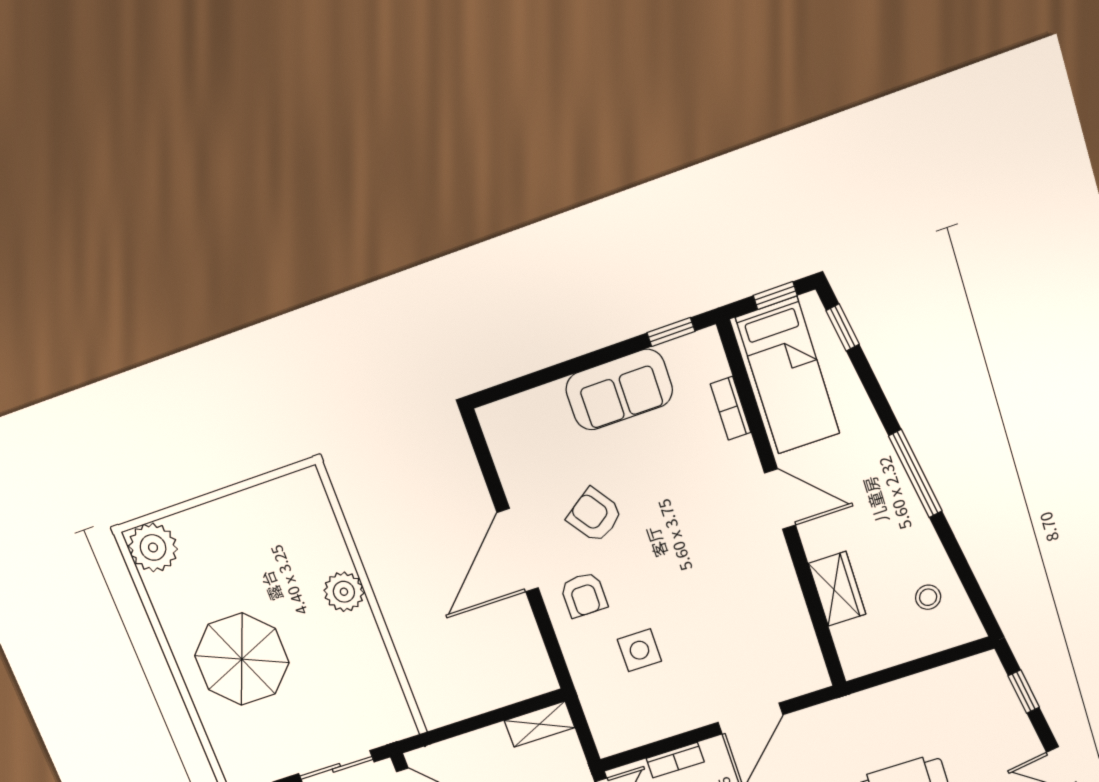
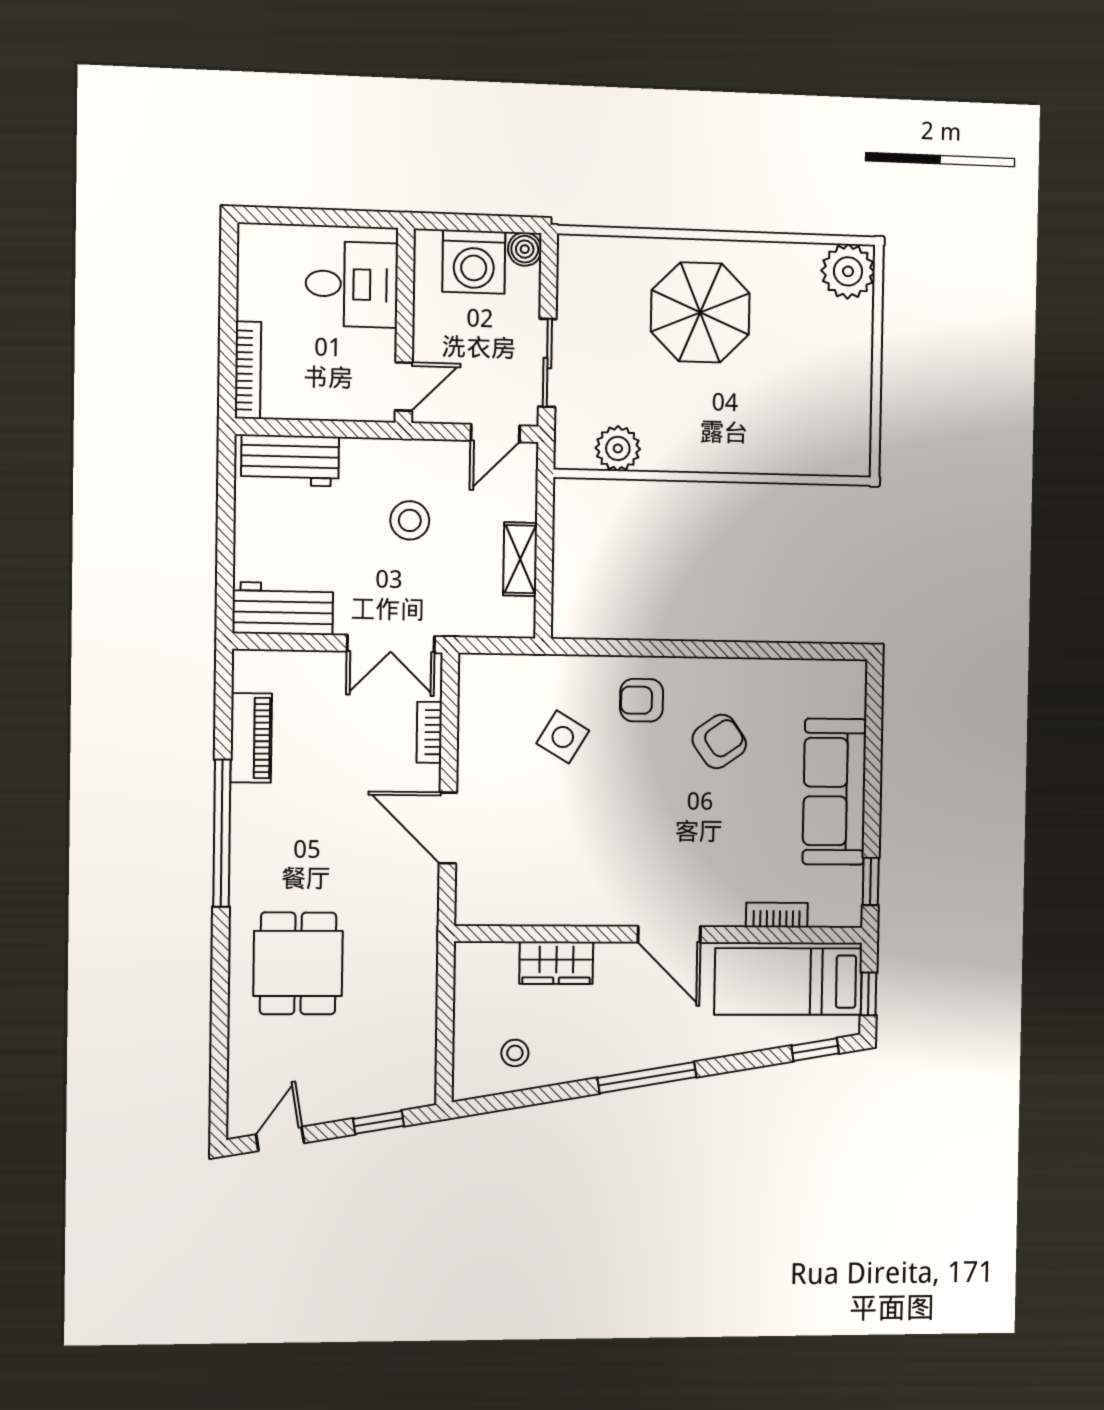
sofa: (619, 390) -> (834, 792), width x1.36
door: (780, 499) -> (669, 934), hinge flipped
door: (518, 550) -> (712, 649), removed
plant: (344, 592) -> (618, 448), moved
side table: (639, 650) -> (563, 737), turned 31
shelving: (539, 724) -> (520, 559), moved

